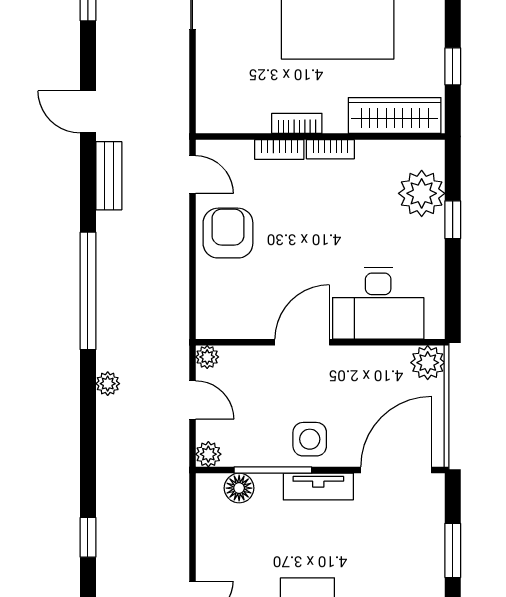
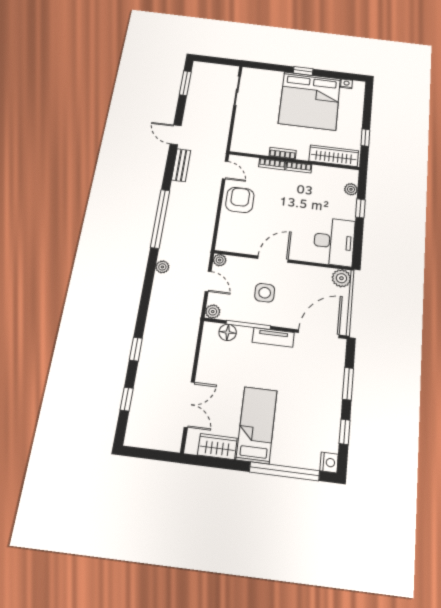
plant: (422, 193) -> (351, 189), width x0.53, depth x0.53
desk: (378, 303) -> (334, 242), moved, turned -90
side table: (310, 439) -> (265, 293), moved

